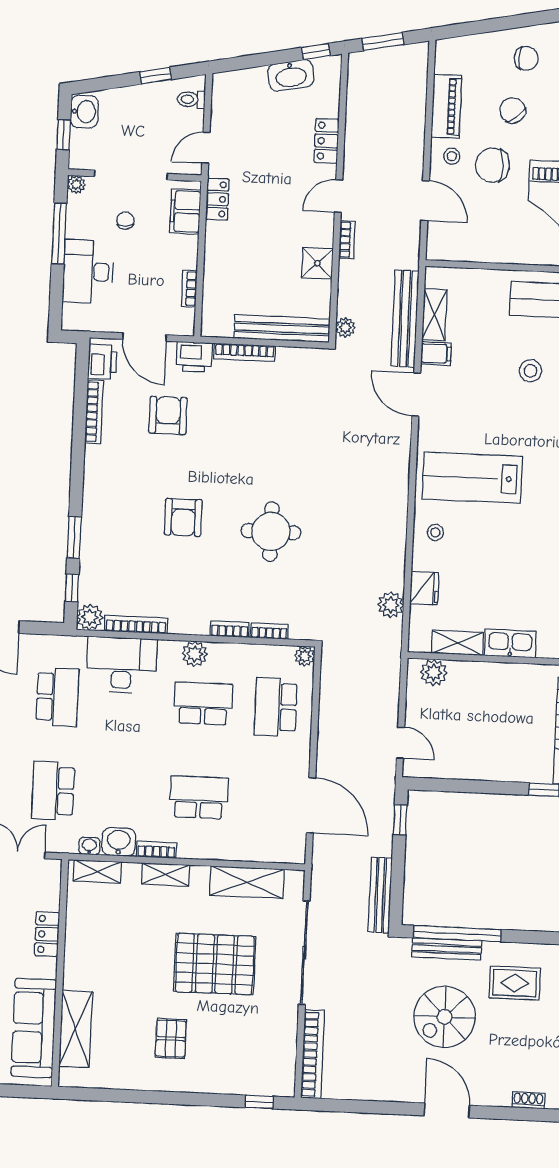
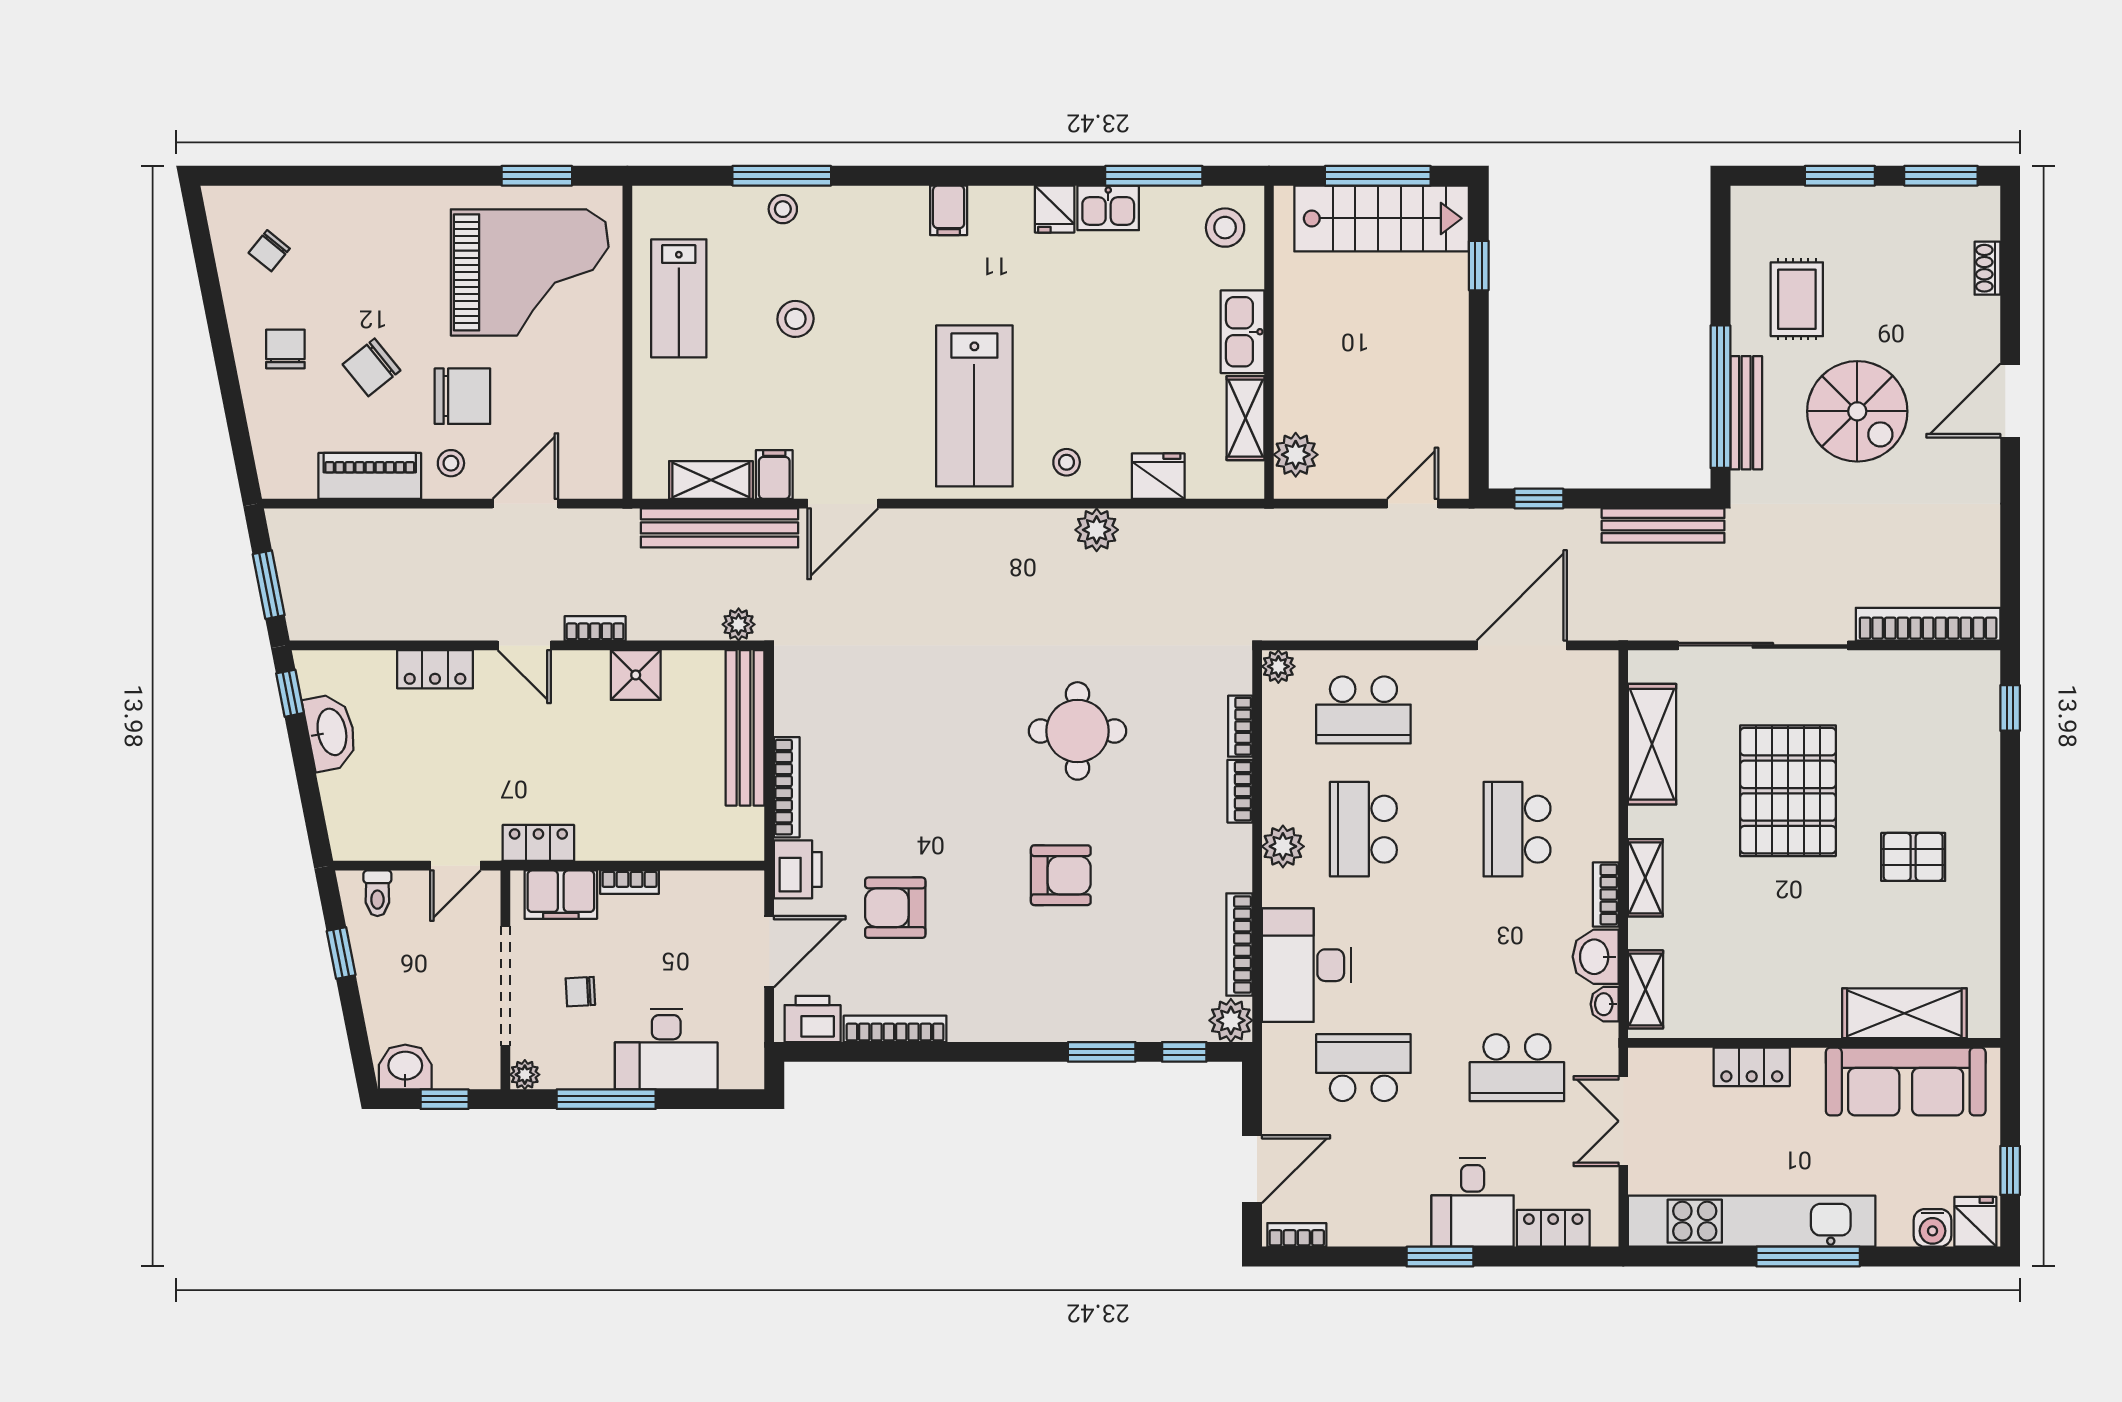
door: (206, 148) -> (455, 866), hinge flipped
chair: (492, 165) -> (462, 396), turned -90
bookcase: (189, 289) -> (630, 882), moved
plant: (391, 605) -> (1097, 530), moved

